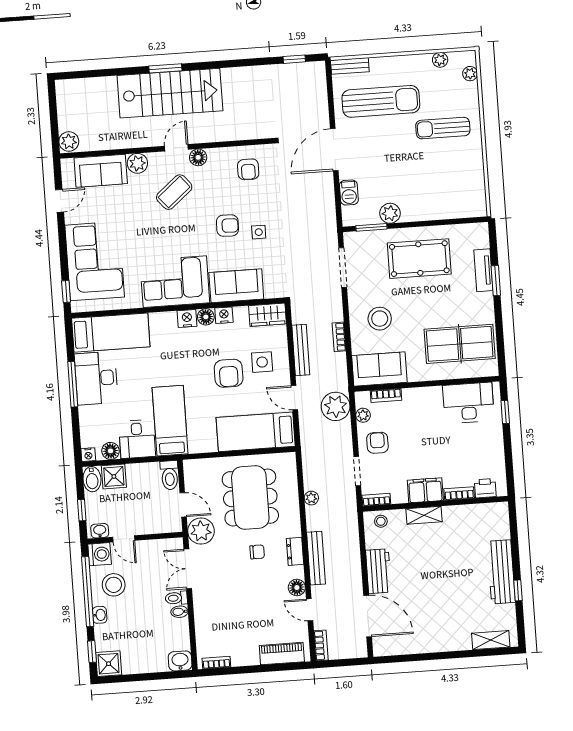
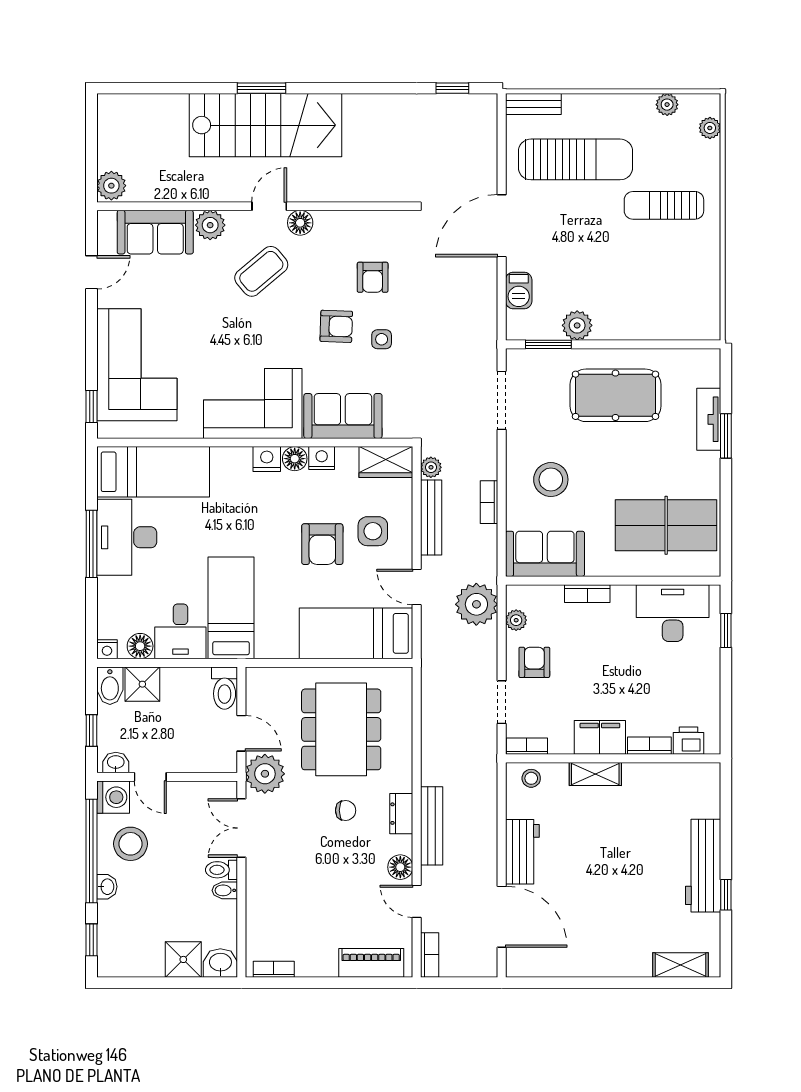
armchair: (248, 169) -> (373, 277), moved
bookcase: (386, 395) -> (587, 594), moved
plant: (311, 498) -> (431, 467), moved
shower: (109, 664) -> (183, 959), moved

